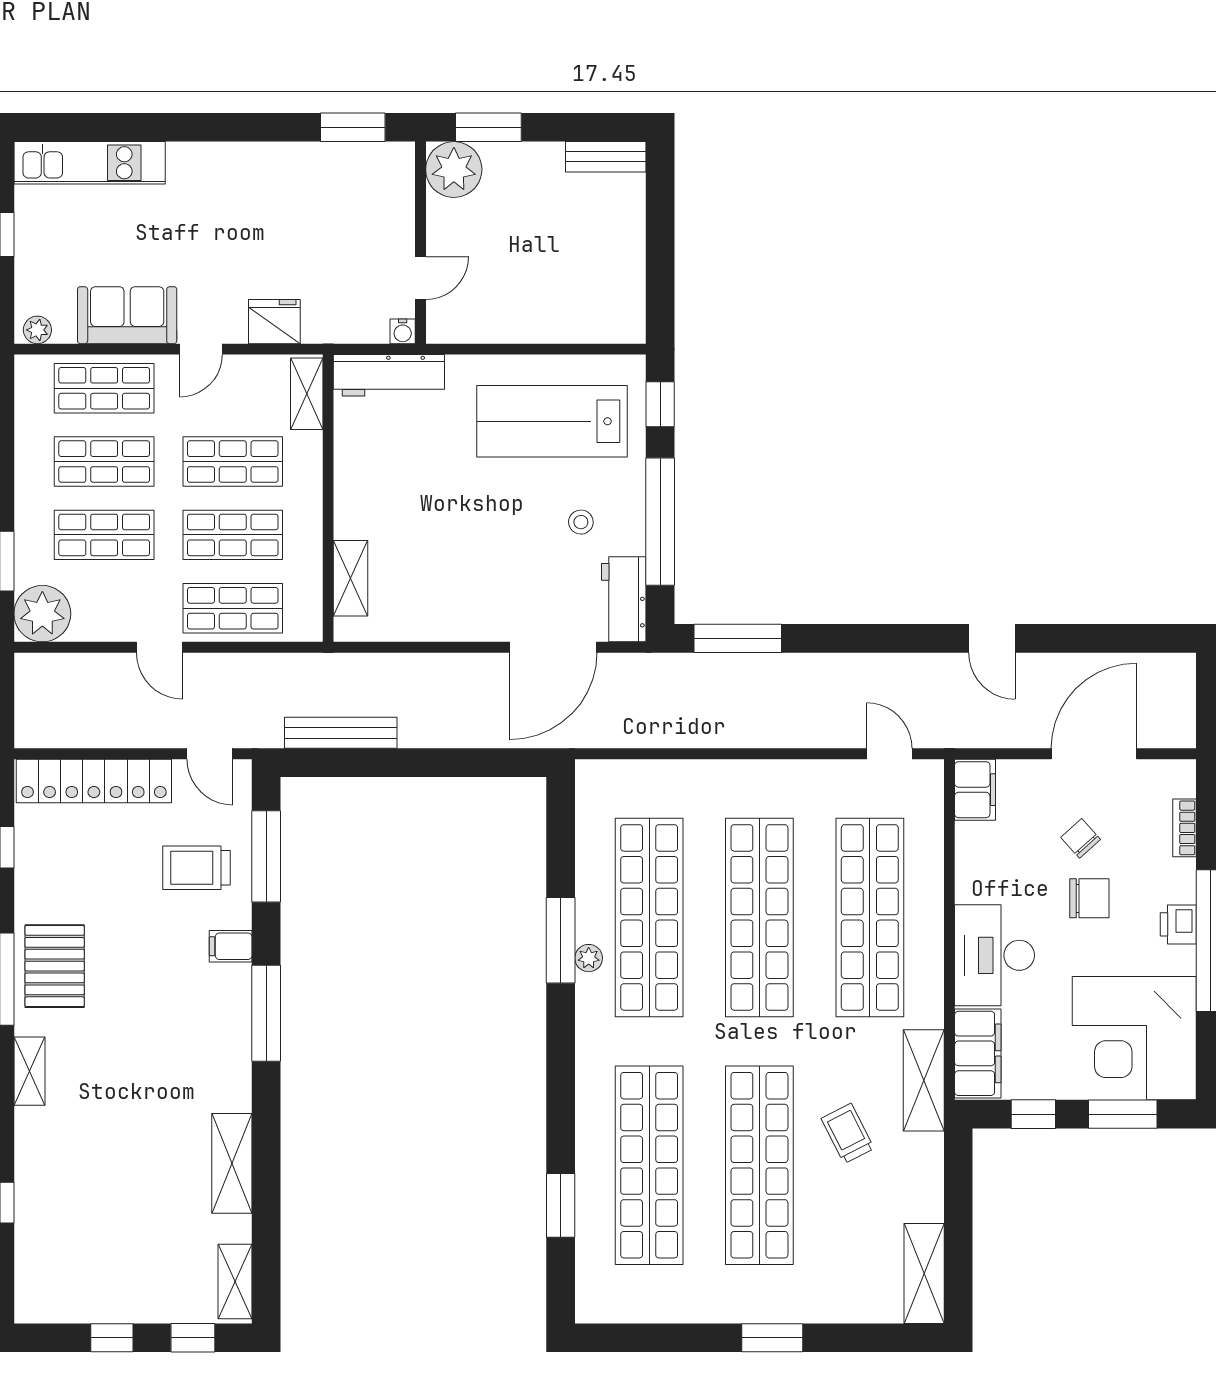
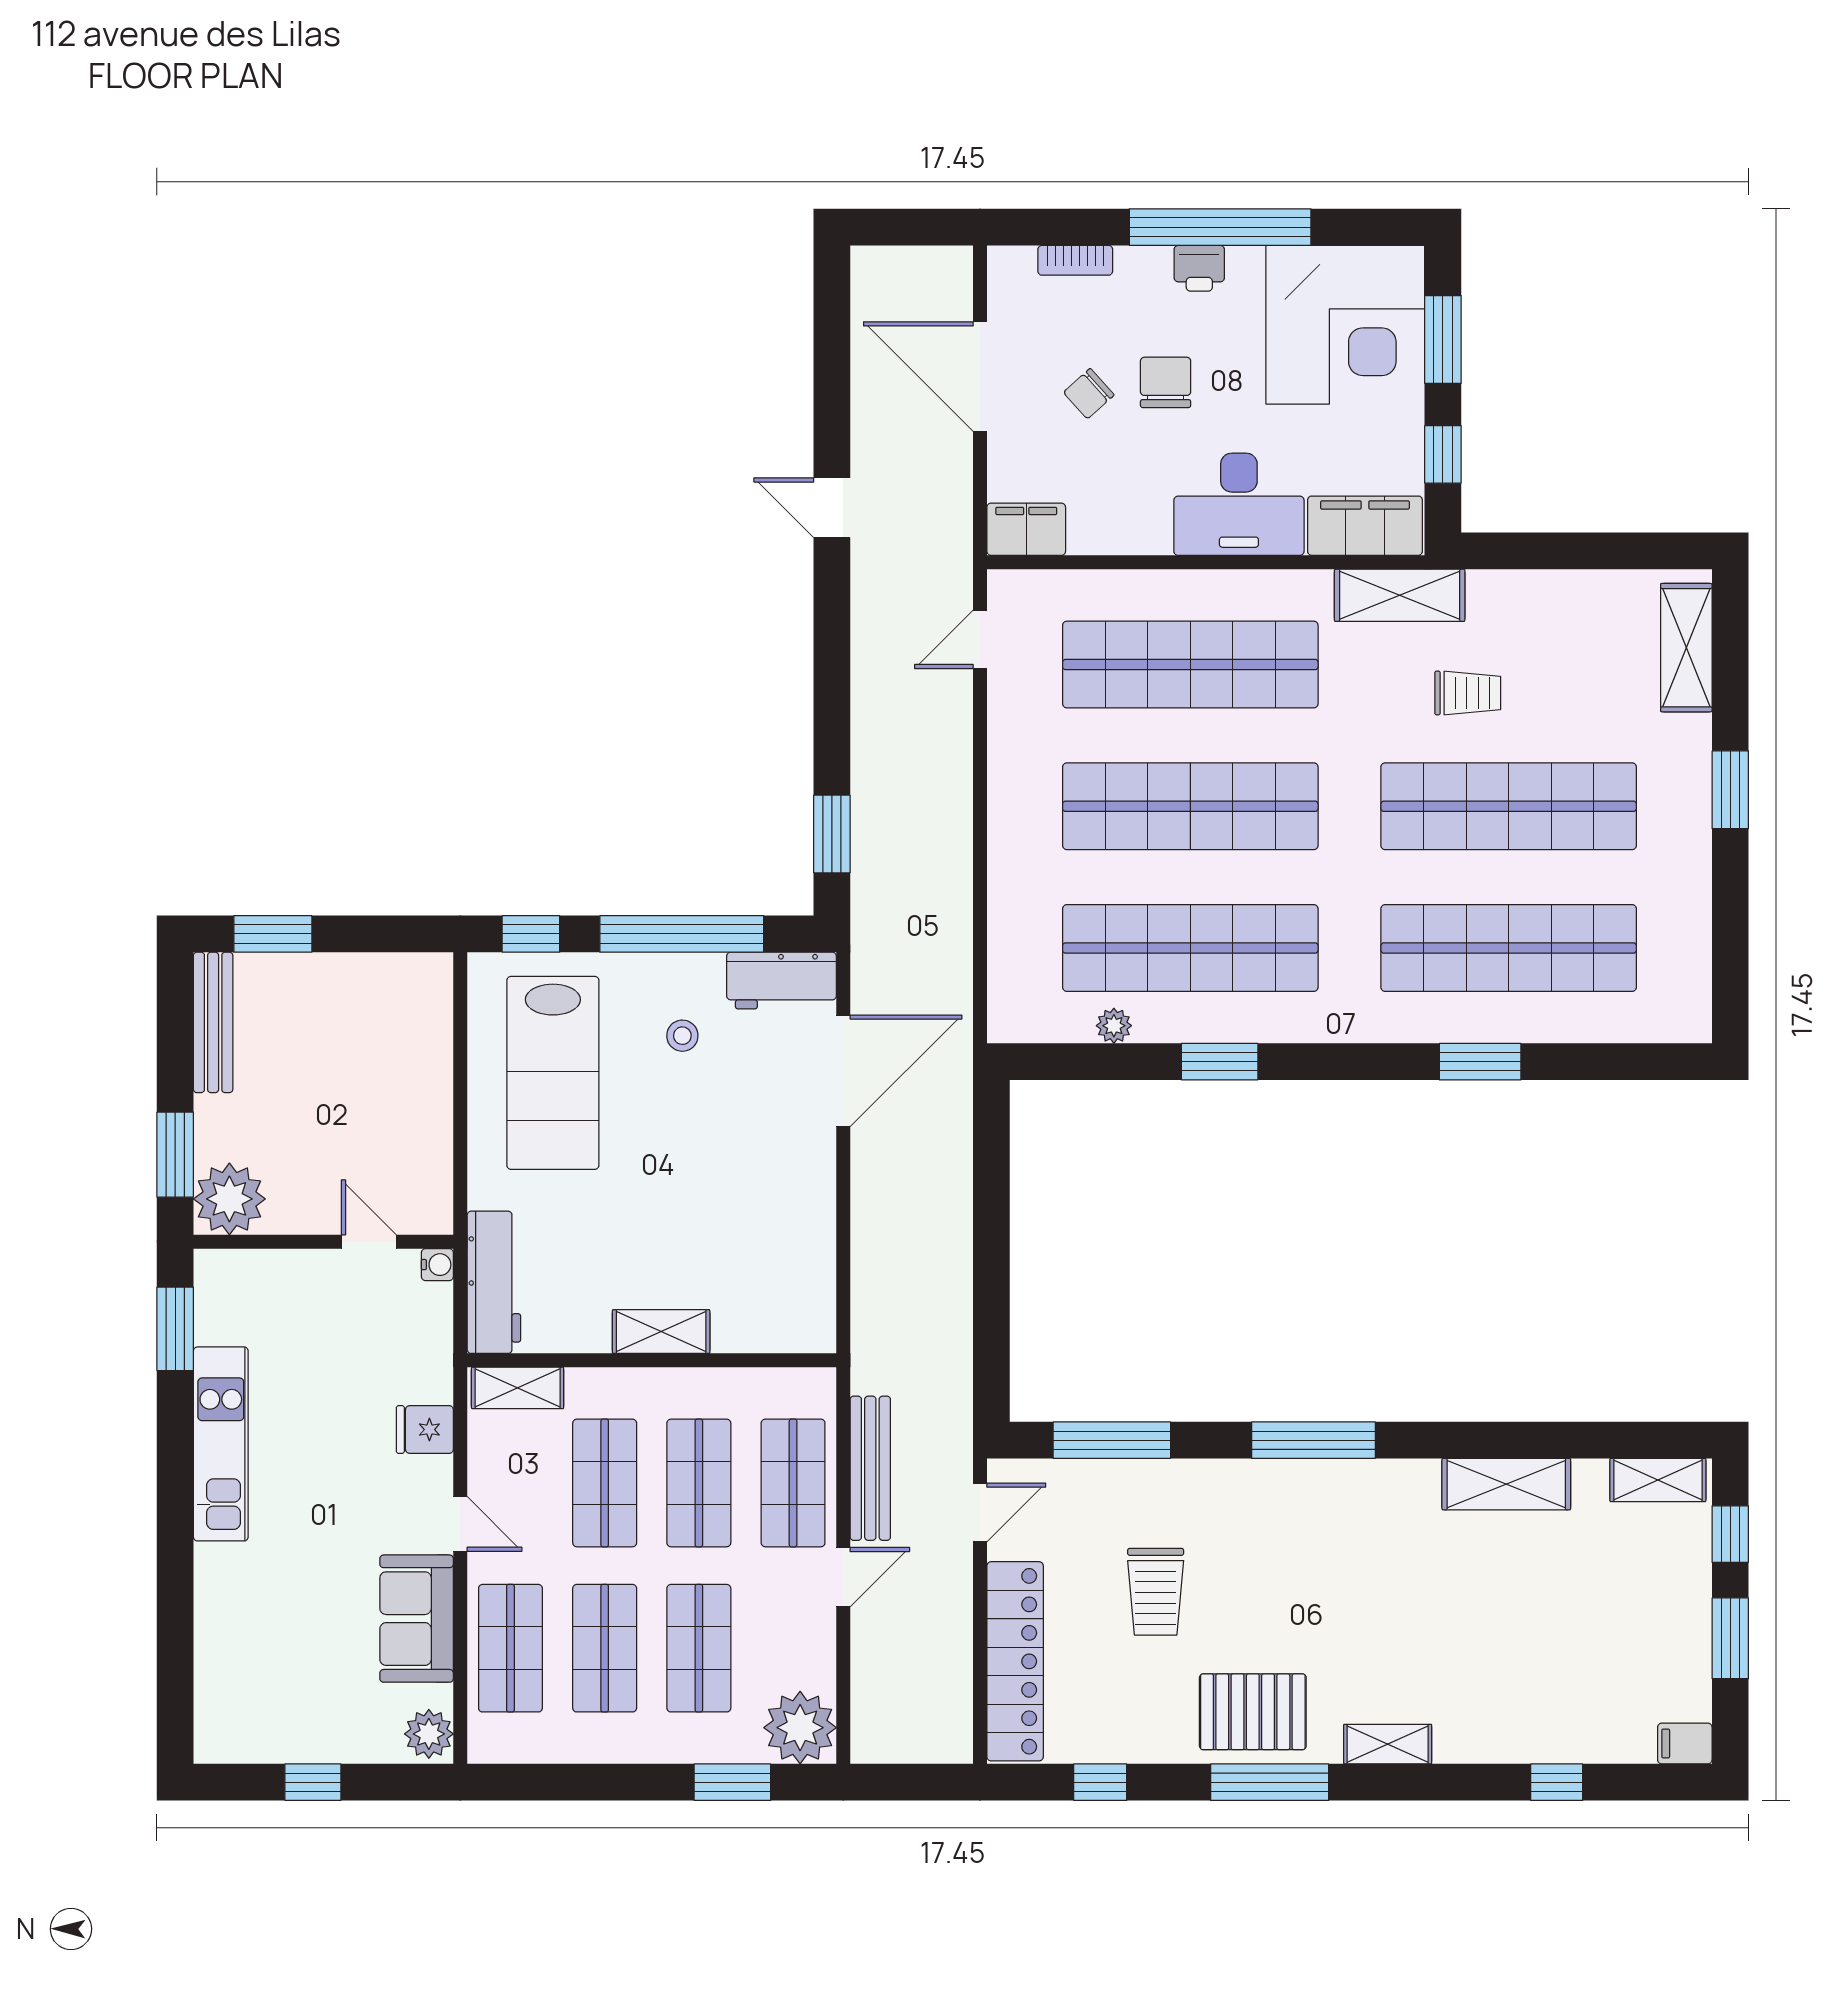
bench: (606, 157) -> (213, 1022), width x1.36
kitchen unit: (90, 163) -> (221, 1444), moved
window: (660, 203) -> (273, 934), added
fridge: (274, 322) -> (425, 1430), width x0.72
plant: (37, 330) -> (429, 1734), width x1.38, depth x1.38
shelving: (351, 578) -> (661, 1332), moved
window: (738, 638) -> (832, 834), width x0.69
door: (992, 638) -> (832, 508), swing flipped
door: (553, 647) -> (843, 1071), hinge flipped
bench: (341, 733) -> (870, 1468), moved
trolley: (196, 868) -> (1156, 1592), moved
window: (561, 940) -> (1220, 1062), width x0.69
filing cabinet: (231, 946) -> (1685, 1744), moved, turned 90
plant: (589, 958) -> (1114, 1026), moved
trolley: (848, 1133) -> (1468, 693), turned -153
window: (561, 1205) -> (1480, 1062), moved
shelving: (924, 1274) -> (1686, 648), moved, turned 90
window: (112, 1338) -> (1730, 1638), width x1.50

